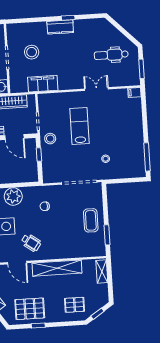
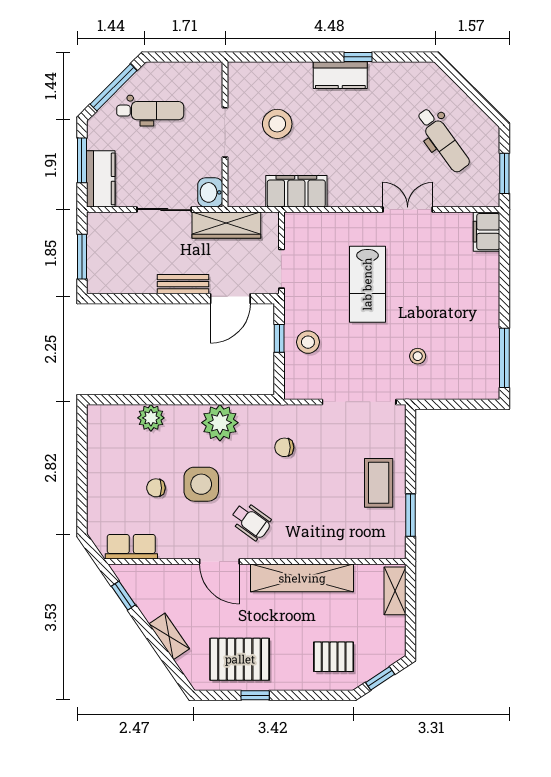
dental chair: (111, 55) -> (443, 140), turned -126
filing cabinet: (134, 93) -> (486, 232), width x2.00
lab bench: (80, 126) -> (367, 284), turned 180
door: (15, 137) -> (230, 299), hinge flipped
stool: (50, 139) -> (308, 342), moved

